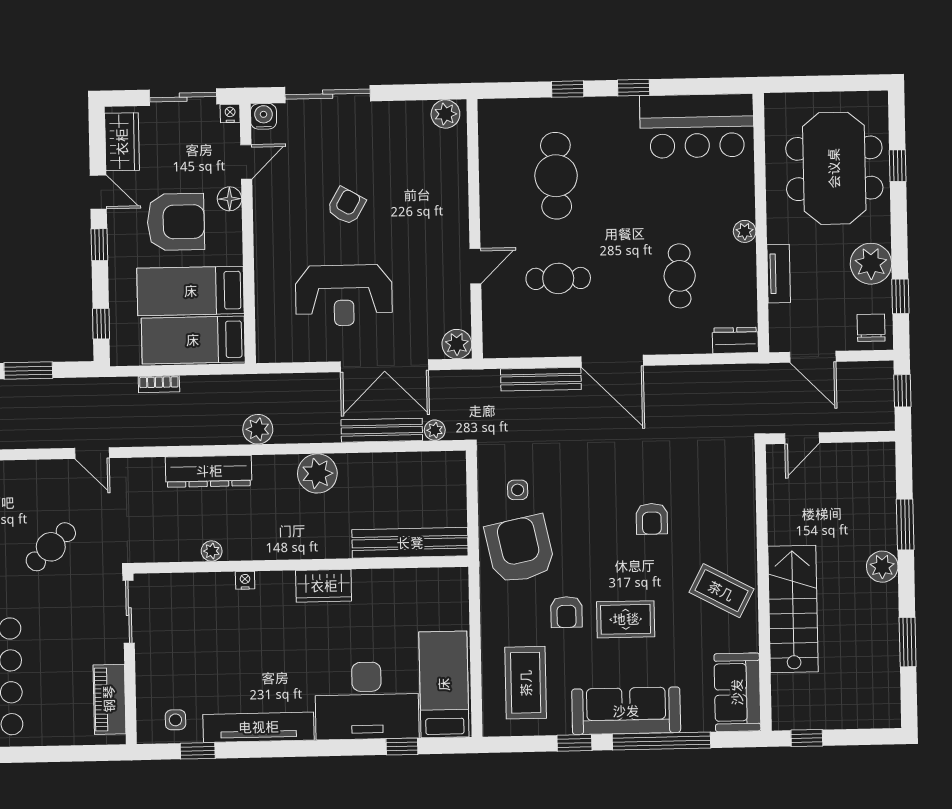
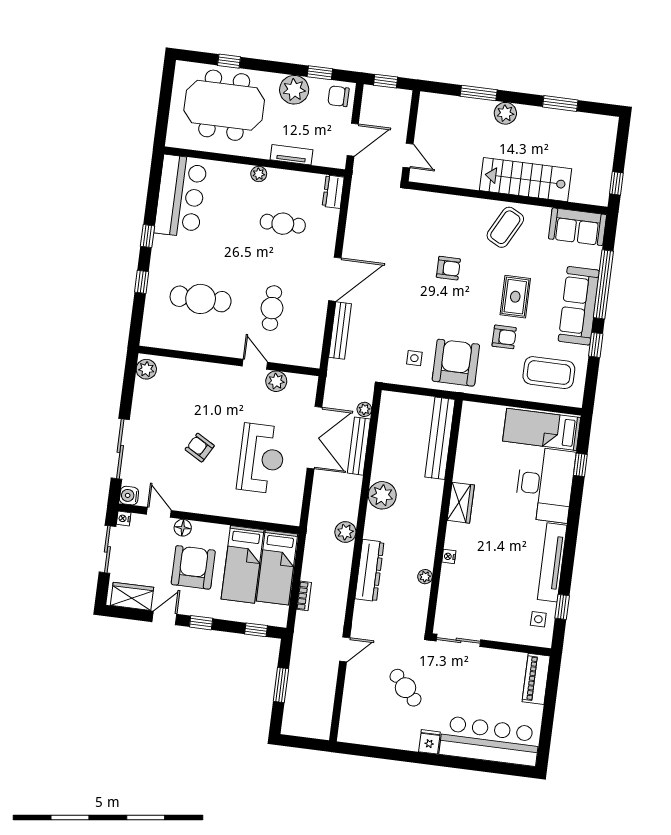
plant: (457, 344) -> (276, 381), moved
armchair: (520, 549) -> (456, 363), turned 102
piano: (109, 699) -> (536, 679), moved, turned 90

